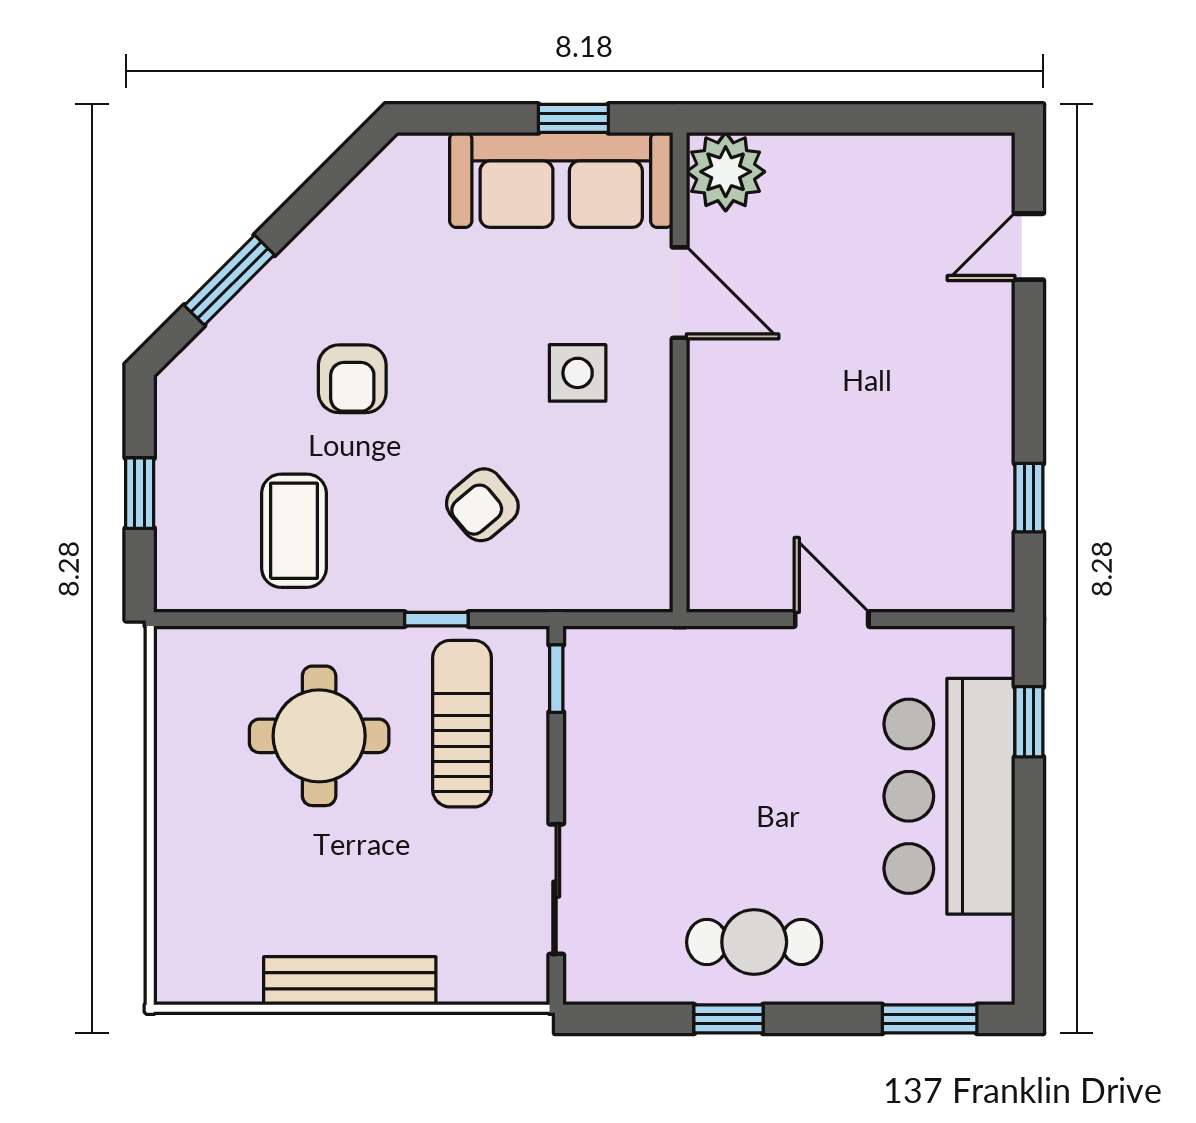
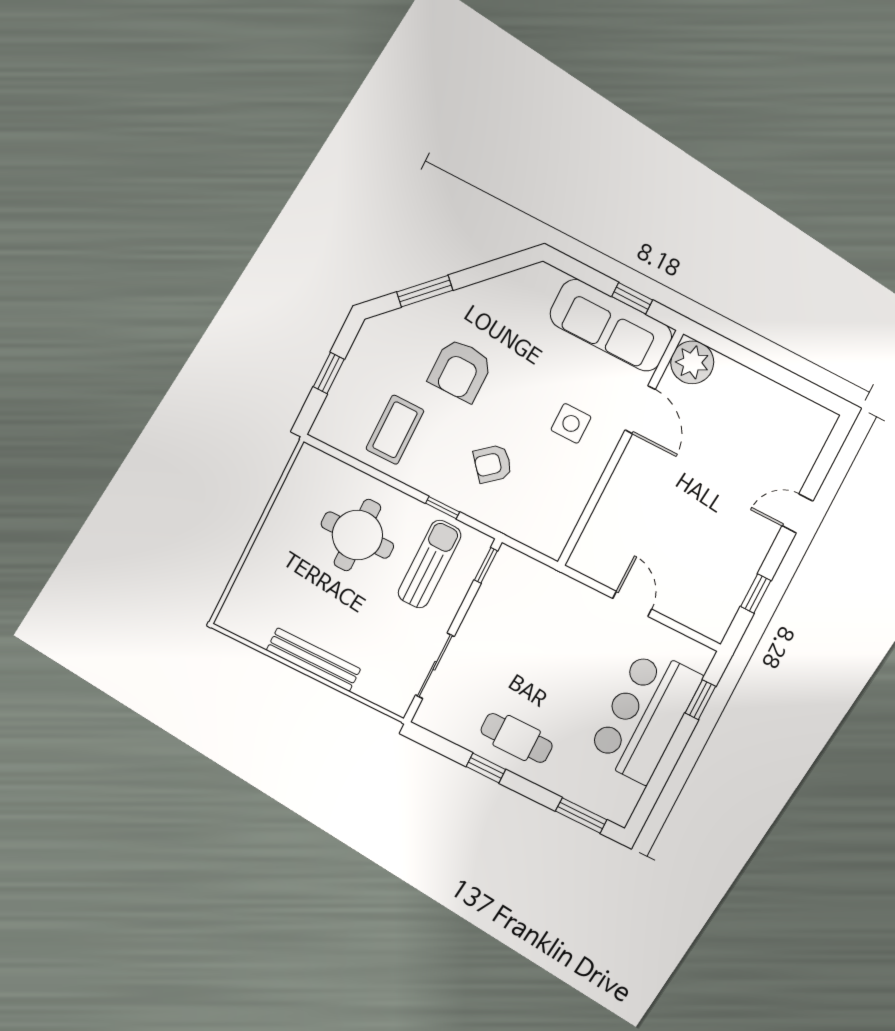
door: (1029, 247) -> (798, 513), moved
armchair: (352, 379) -> (460, 370), width x1.38, depth x1.38

